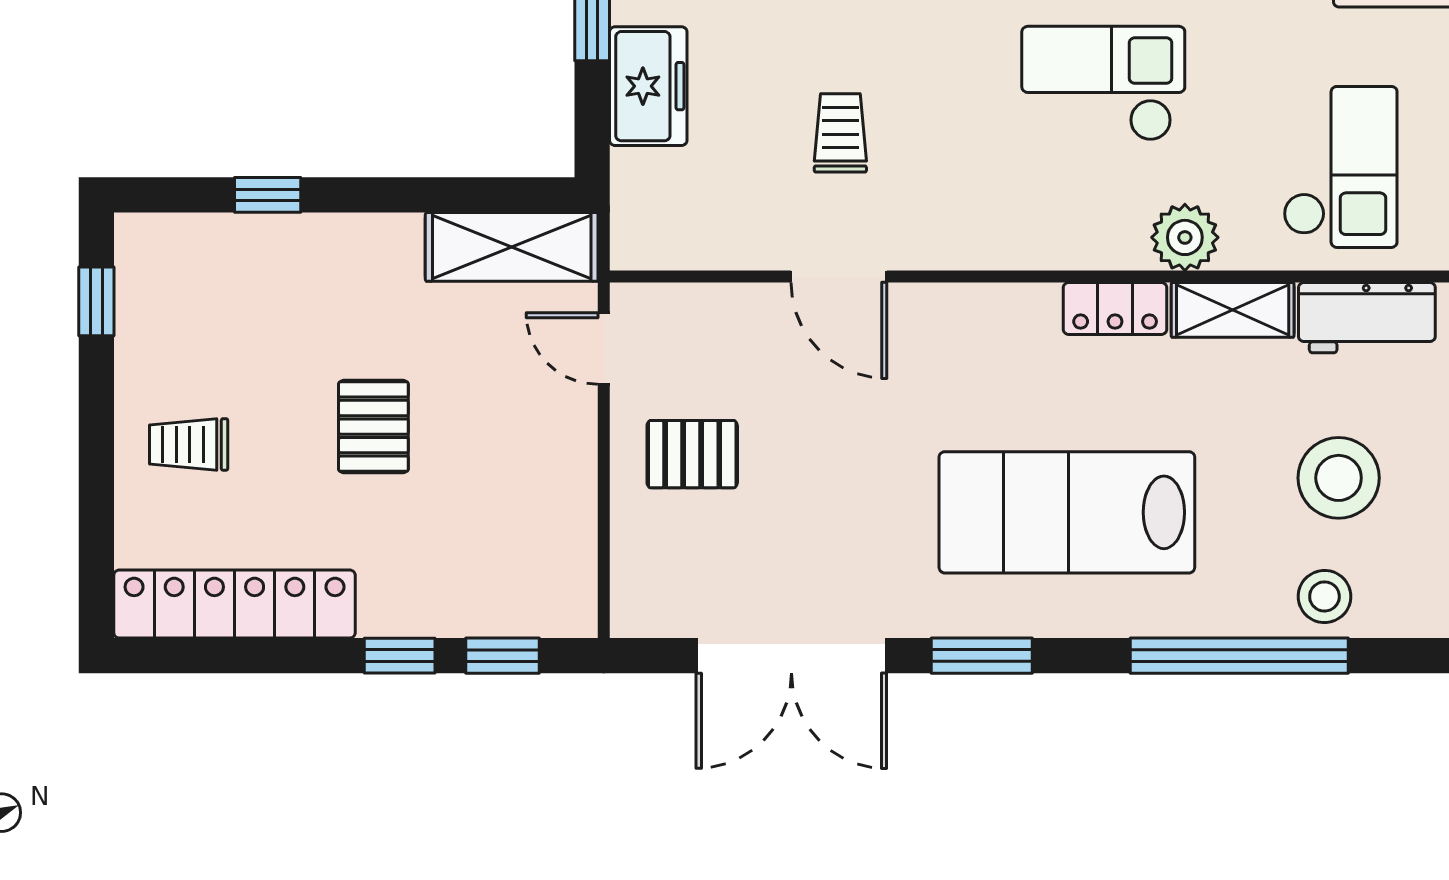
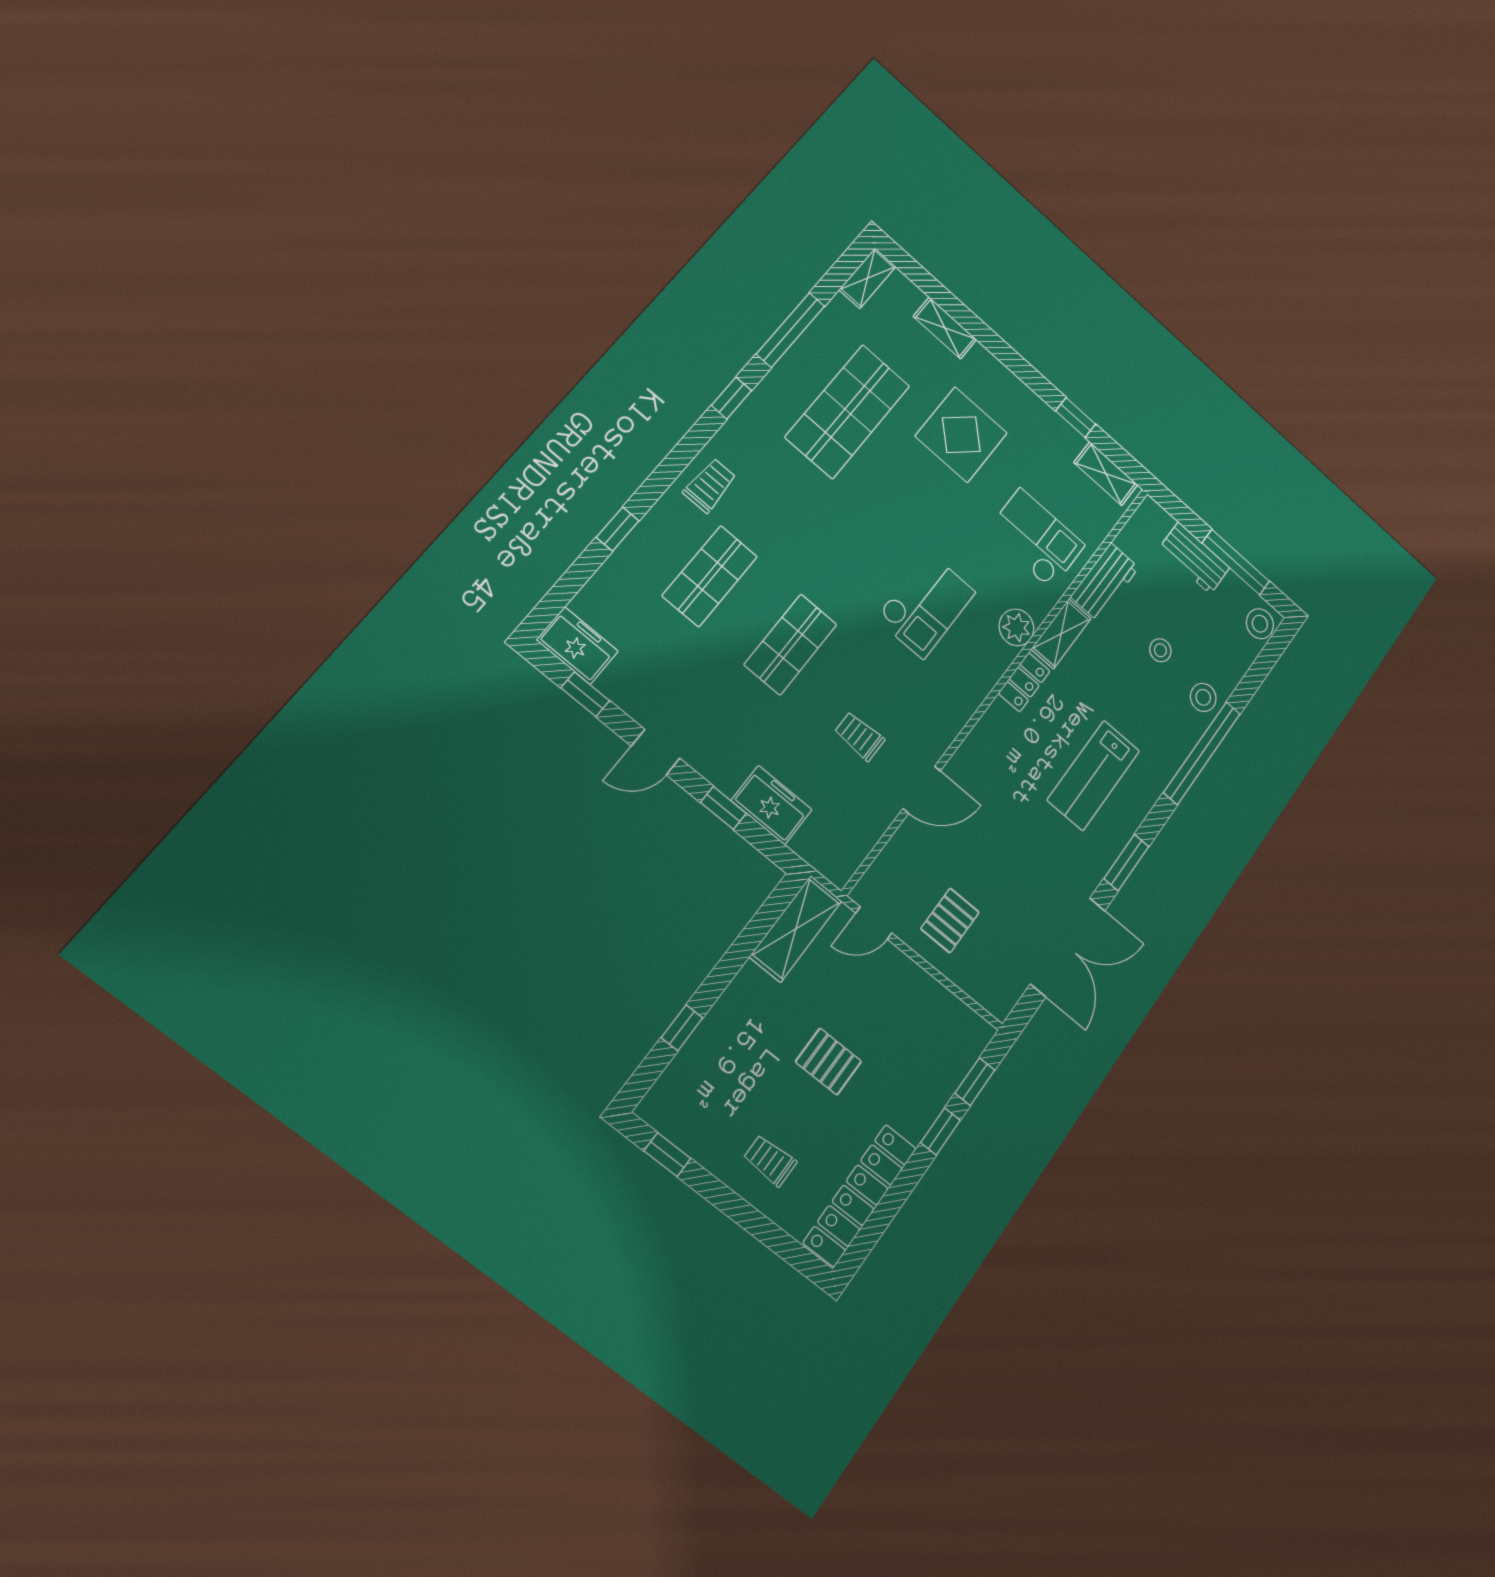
checkout: (1103, 83) -> (926, 605), turned 180
trolley: (189, 444) -> (770, 1160), turned 90
stool: (1339, 478) -> (1160, 650), width x0.53, depth x0.53
lab bench: (1067, 512) -> (1093, 775), width x0.73, depth x0.72

